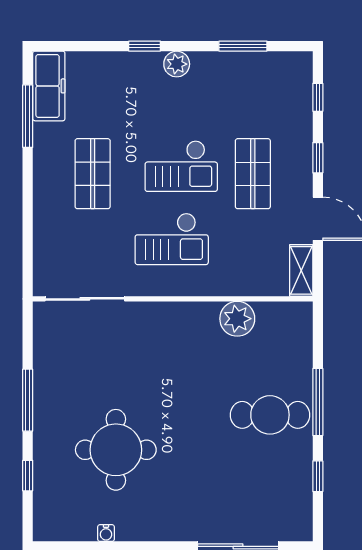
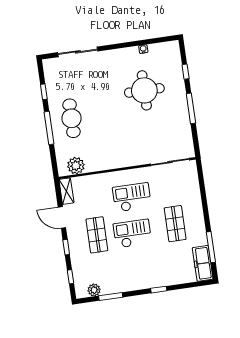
plant: (177, 64) -> (94, 290), moved
plant: (237, 319) -> (76, 166), moved
cafe table: (270, 415) -> (71, 118), turned 90

